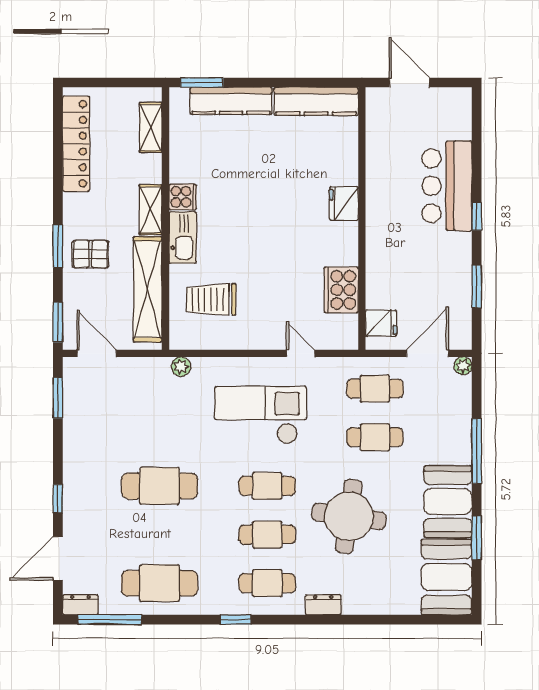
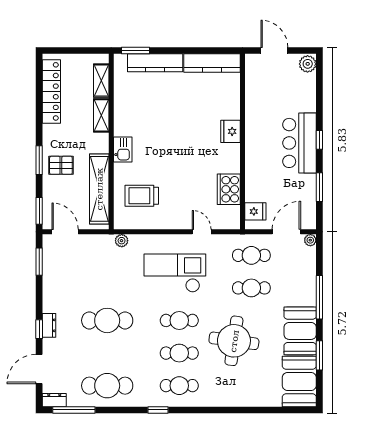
plant: (459, 103) -> (308, 64), added
bar counter: (447, 186) -> (300, 143), moved
cooker: (183, 197) -> (123, 127), removed
shelving: (151, 210) -> (101, 115), moved
kitchen sink: (183, 238) -> (123, 150), width x0.73
dresser: (323, 605) -> (49, 325), moved, turned 90

